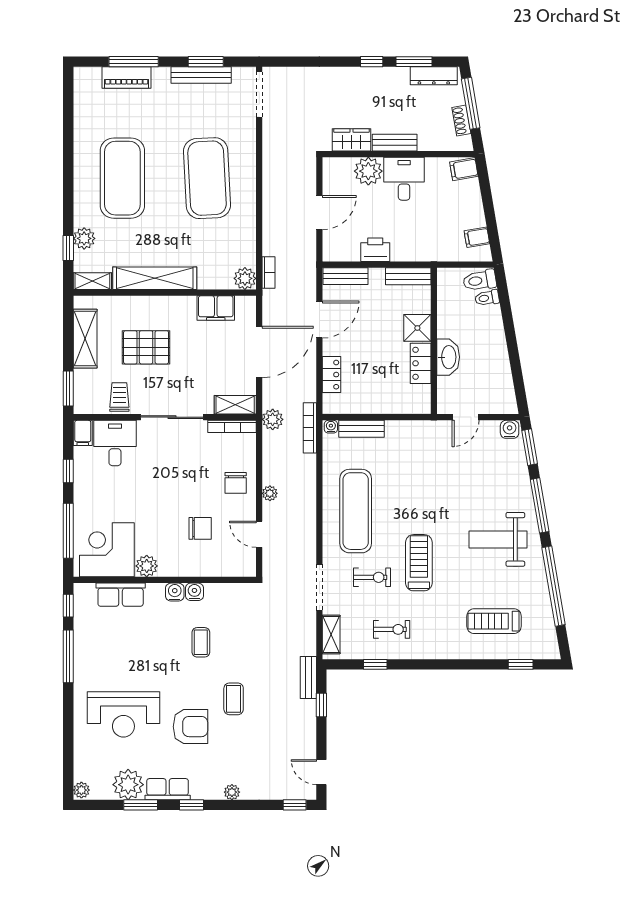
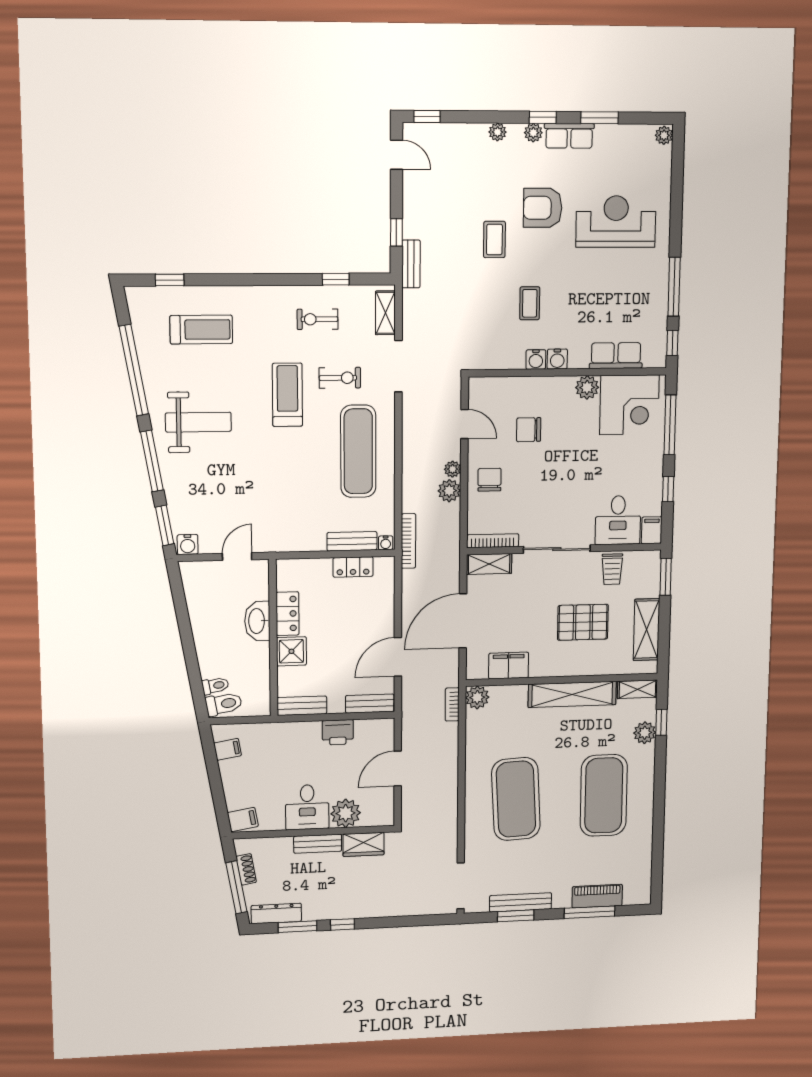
locker: (332, 375) -> (353, 567), moved, turned -90
plant: (273, 419) -> (449, 491), moved
treadmill: (419, 563) -> (287, 395), turned 180
exercise bike: (372, 577) -> (340, 378), turned 180
plant: (128, 785) -> (533, 133), moved, width x0.53, depth x0.53

